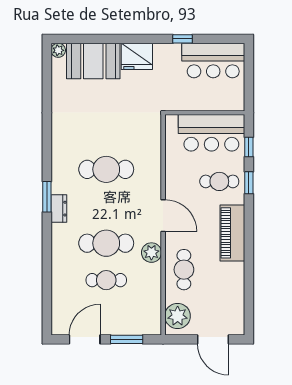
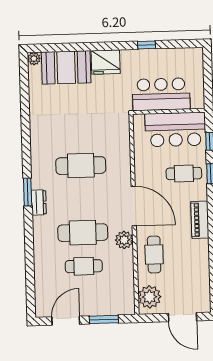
bar counter: (213, 61) -> (161, 94), moved, turned 180
door: (163, 216) -> (134, 206), width x1.36
piano: (232, 233) -> (200, 220), width x0.73, depth x0.75

